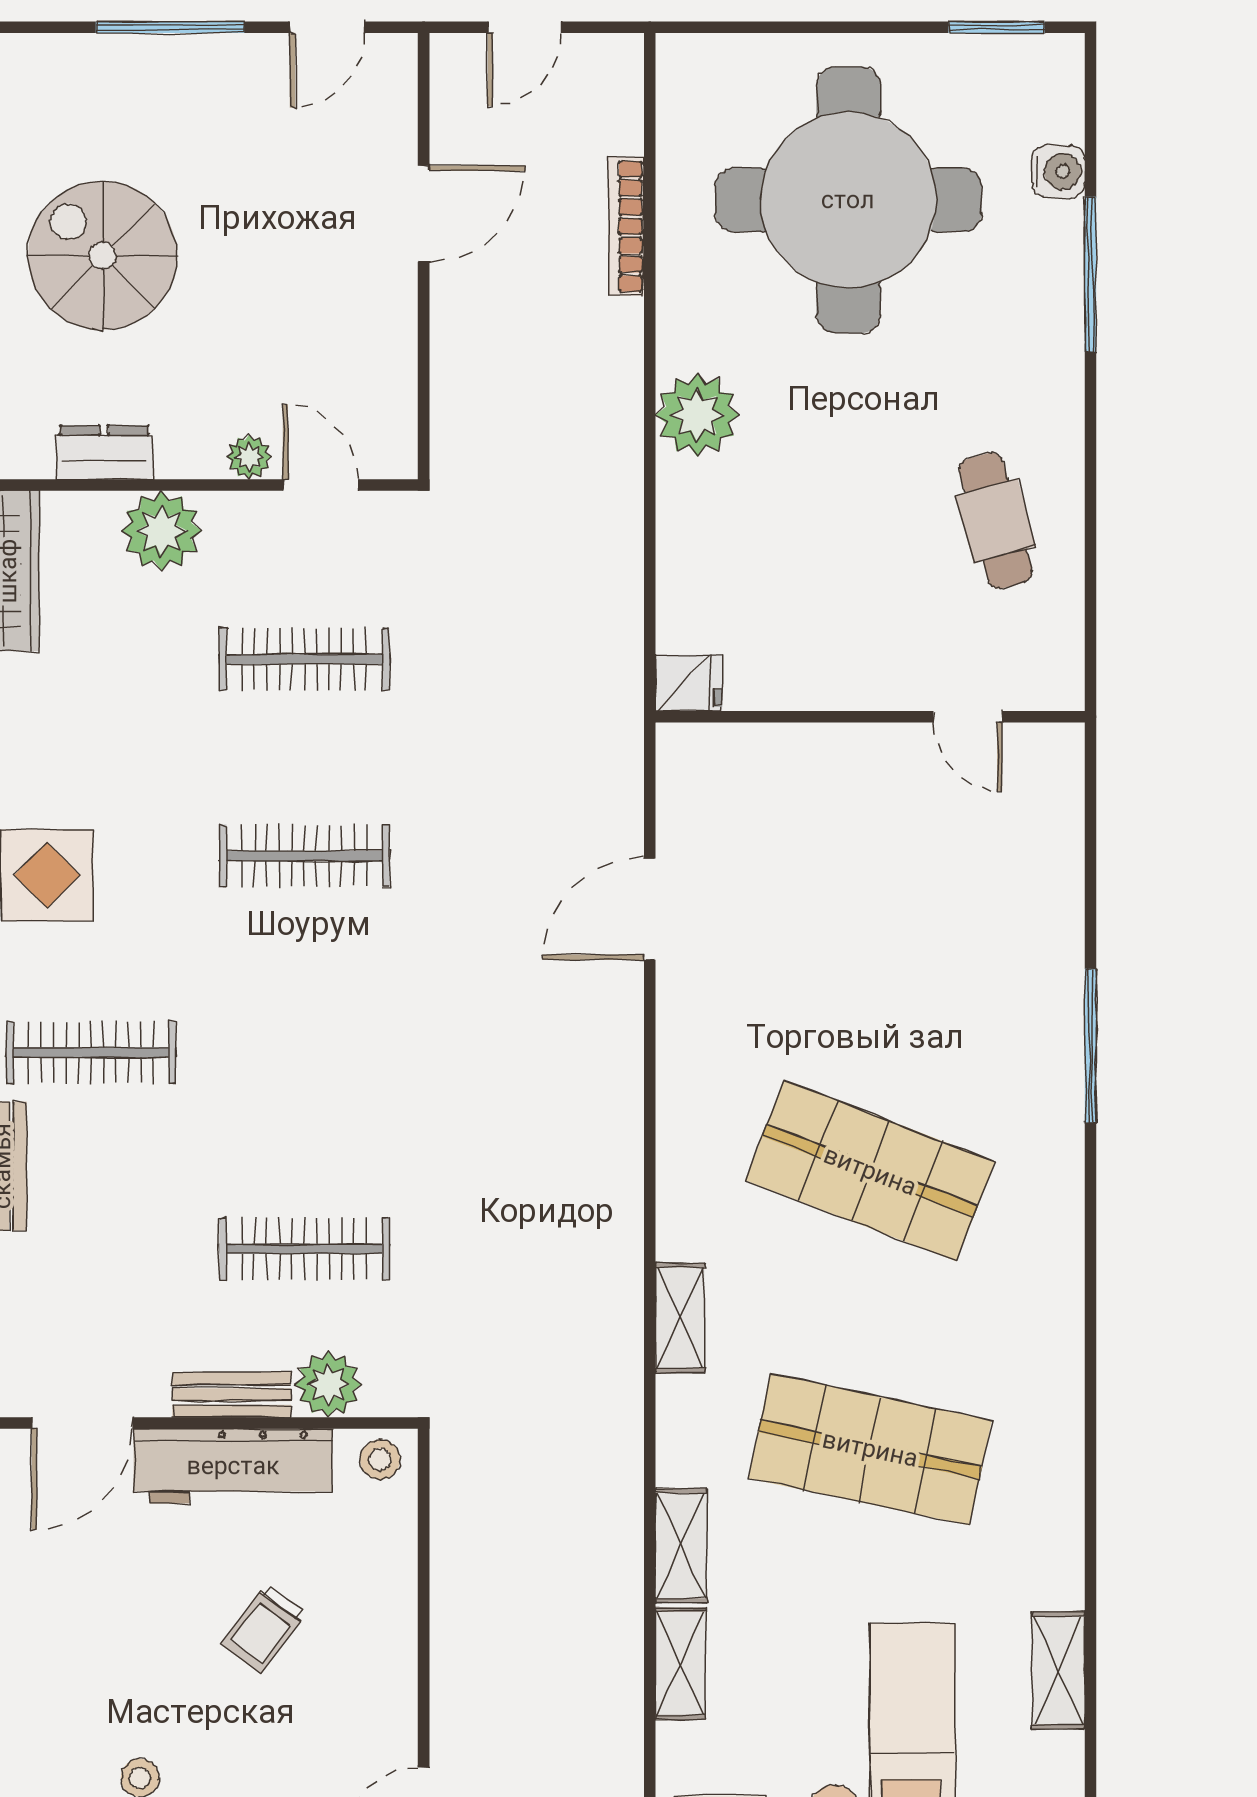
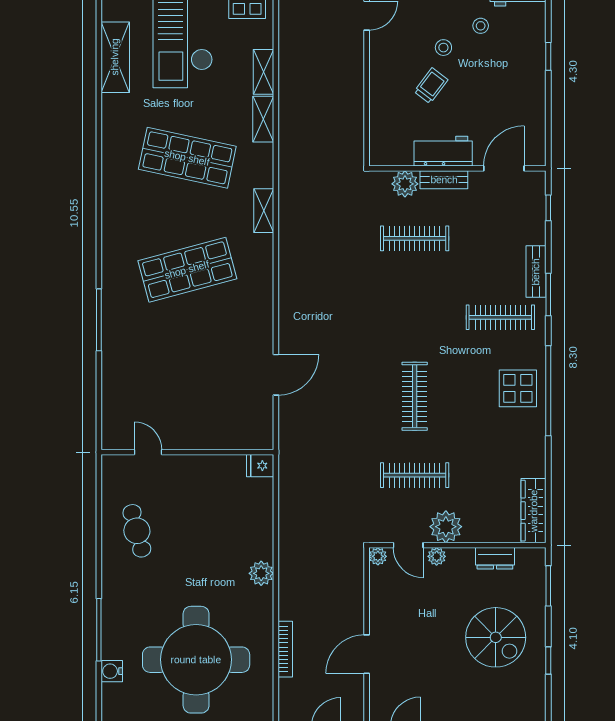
plant: (697, 415) -> (261, 573), width x0.73, depth x0.73
plant: (396, 457) -> (378, 556), added
plant: (162, 531) -> (446, 527), moved
clothes rail: (304, 856) -> (415, 396), turned 90
shop shelf: (870, 1171) -> (187, 270), turned -36
stool: (380, 1459) -> (443, 48), moved
workbench: (233, 1466) -> (443, 151), width x0.73
shelving: (1058, 1670) -> (115, 57), width x1.50, depth x1.33

